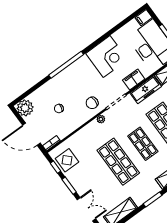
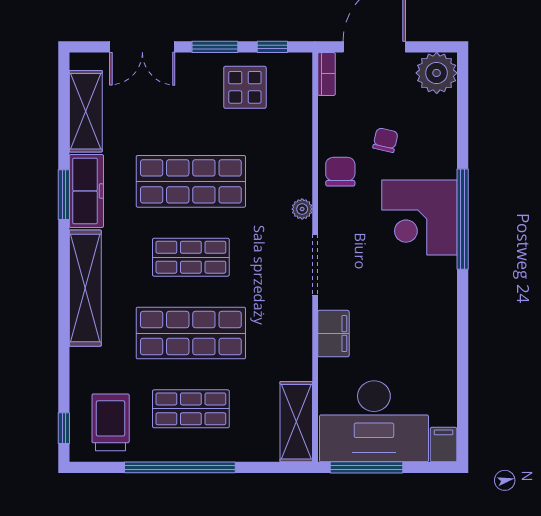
corner desk: (107, 57) -> (419, 218), moved
freezer: (146, 90) -> (86, 191), moved, turned 180
chair: (92, 103) -> (340, 172), moved
display table: (67, 160) -> (245, 87), moved

